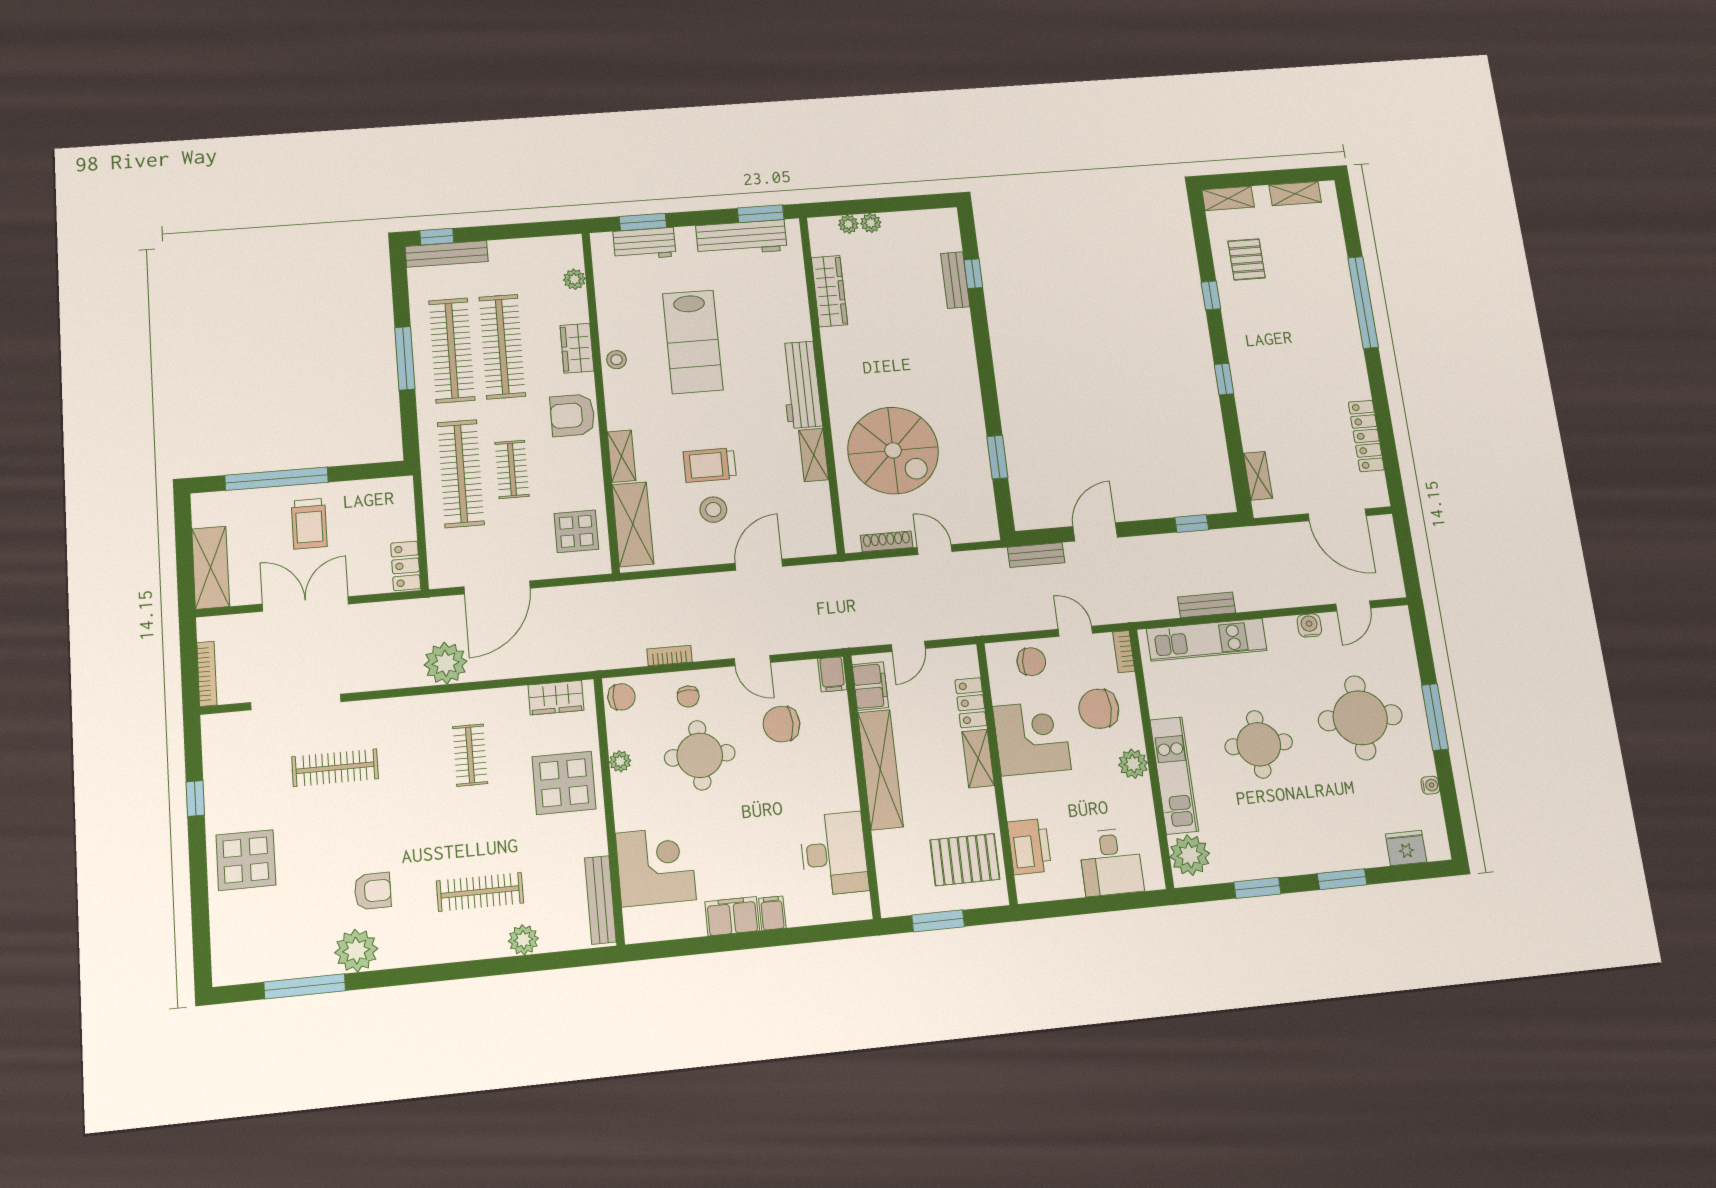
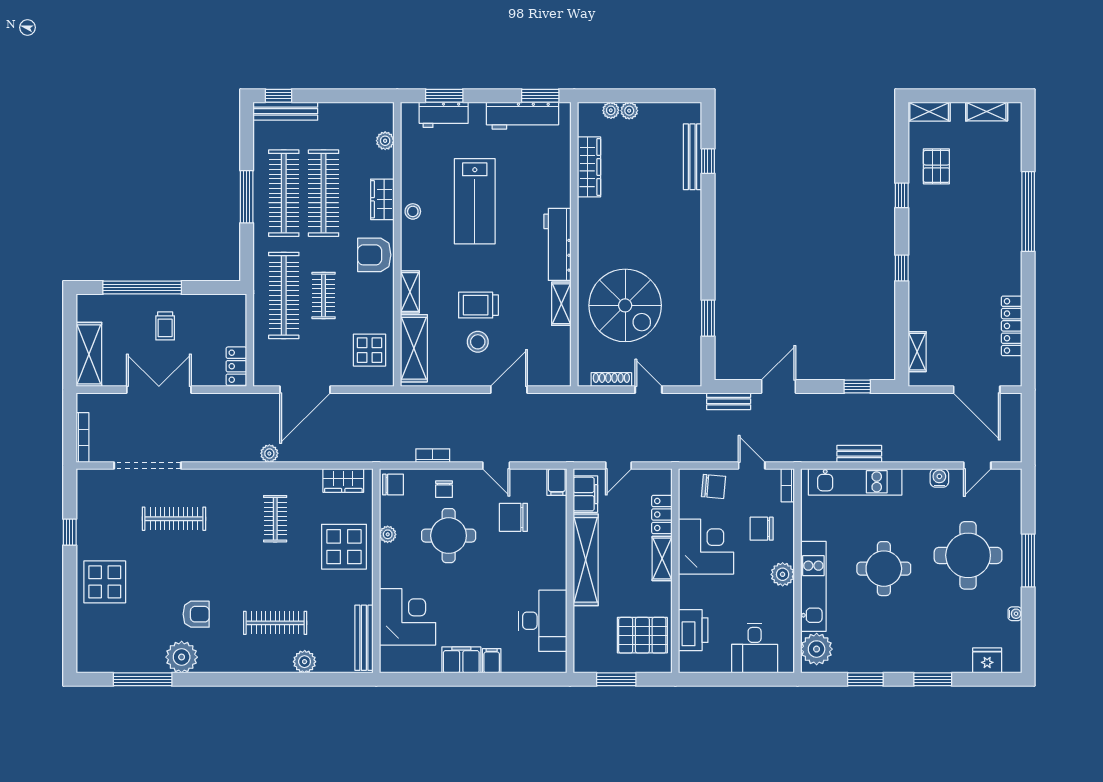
bench: (955, 280) -> (692, 157), width x1.36
trolley: (309, 524) -> (165, 326), width x0.73, depth x0.72
plant: (446, 663) -> (269, 453), width x0.53, depth x0.53
chair: (1099, 709) -> (762, 529), width x0.73, depth x0.73

